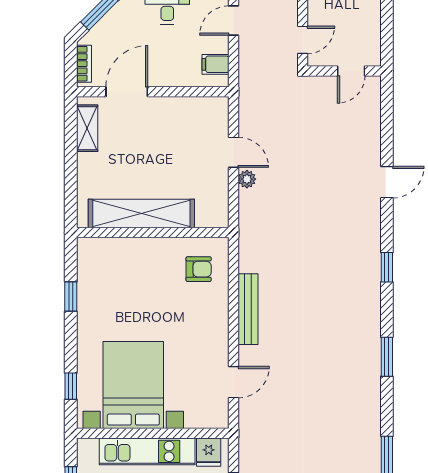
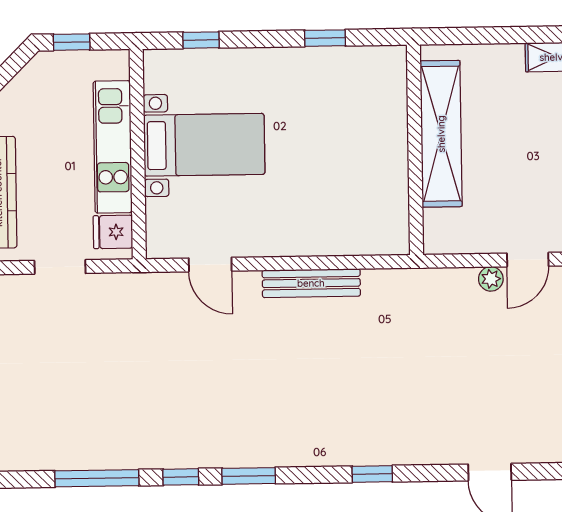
armchair: (199, 269) -> (366, 214), removed
bed with nightstands: (133, 385) -> (204, 145), width x0.73
window: (387, 406) -> (181, 477), added

